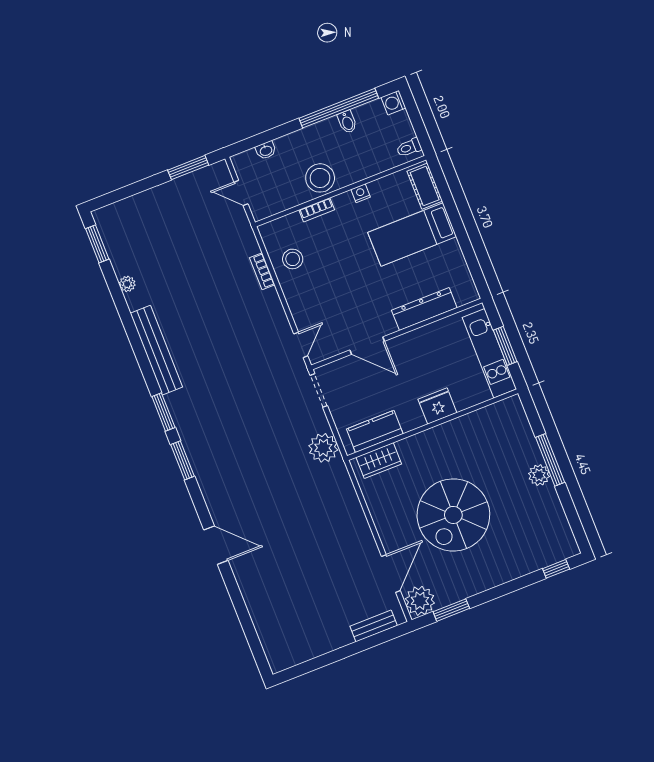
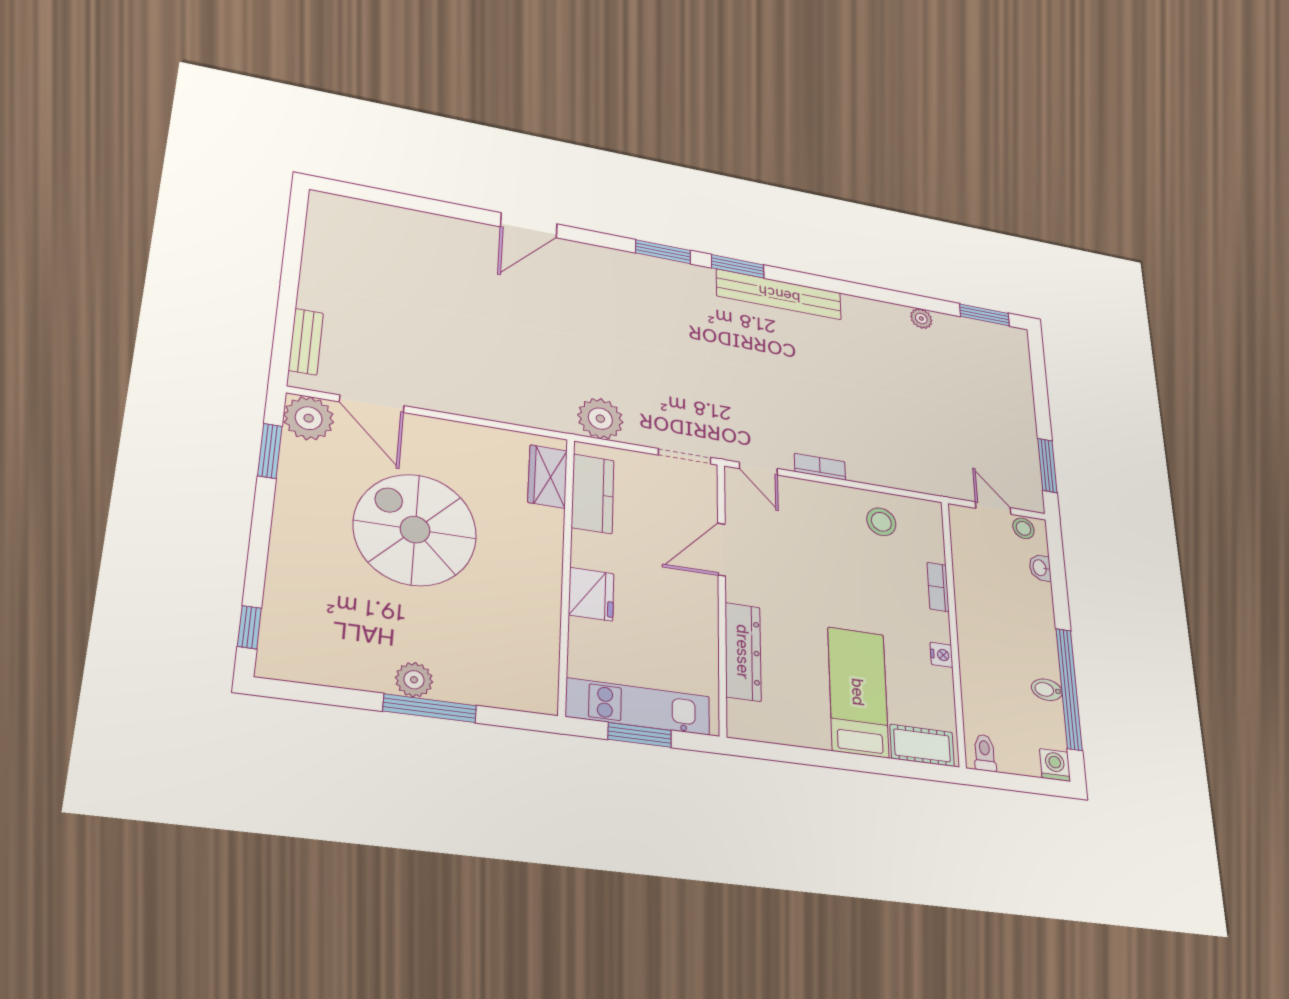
stool: (320, 178) -> (1023, 528), moved, width x0.53, depth x0.53
door: (241, 193) -> (993, 508), hinge flipped
bookcase: (262, 271) -> (820, 467), moved
bench: (156, 350) -> (779, 294), moved

